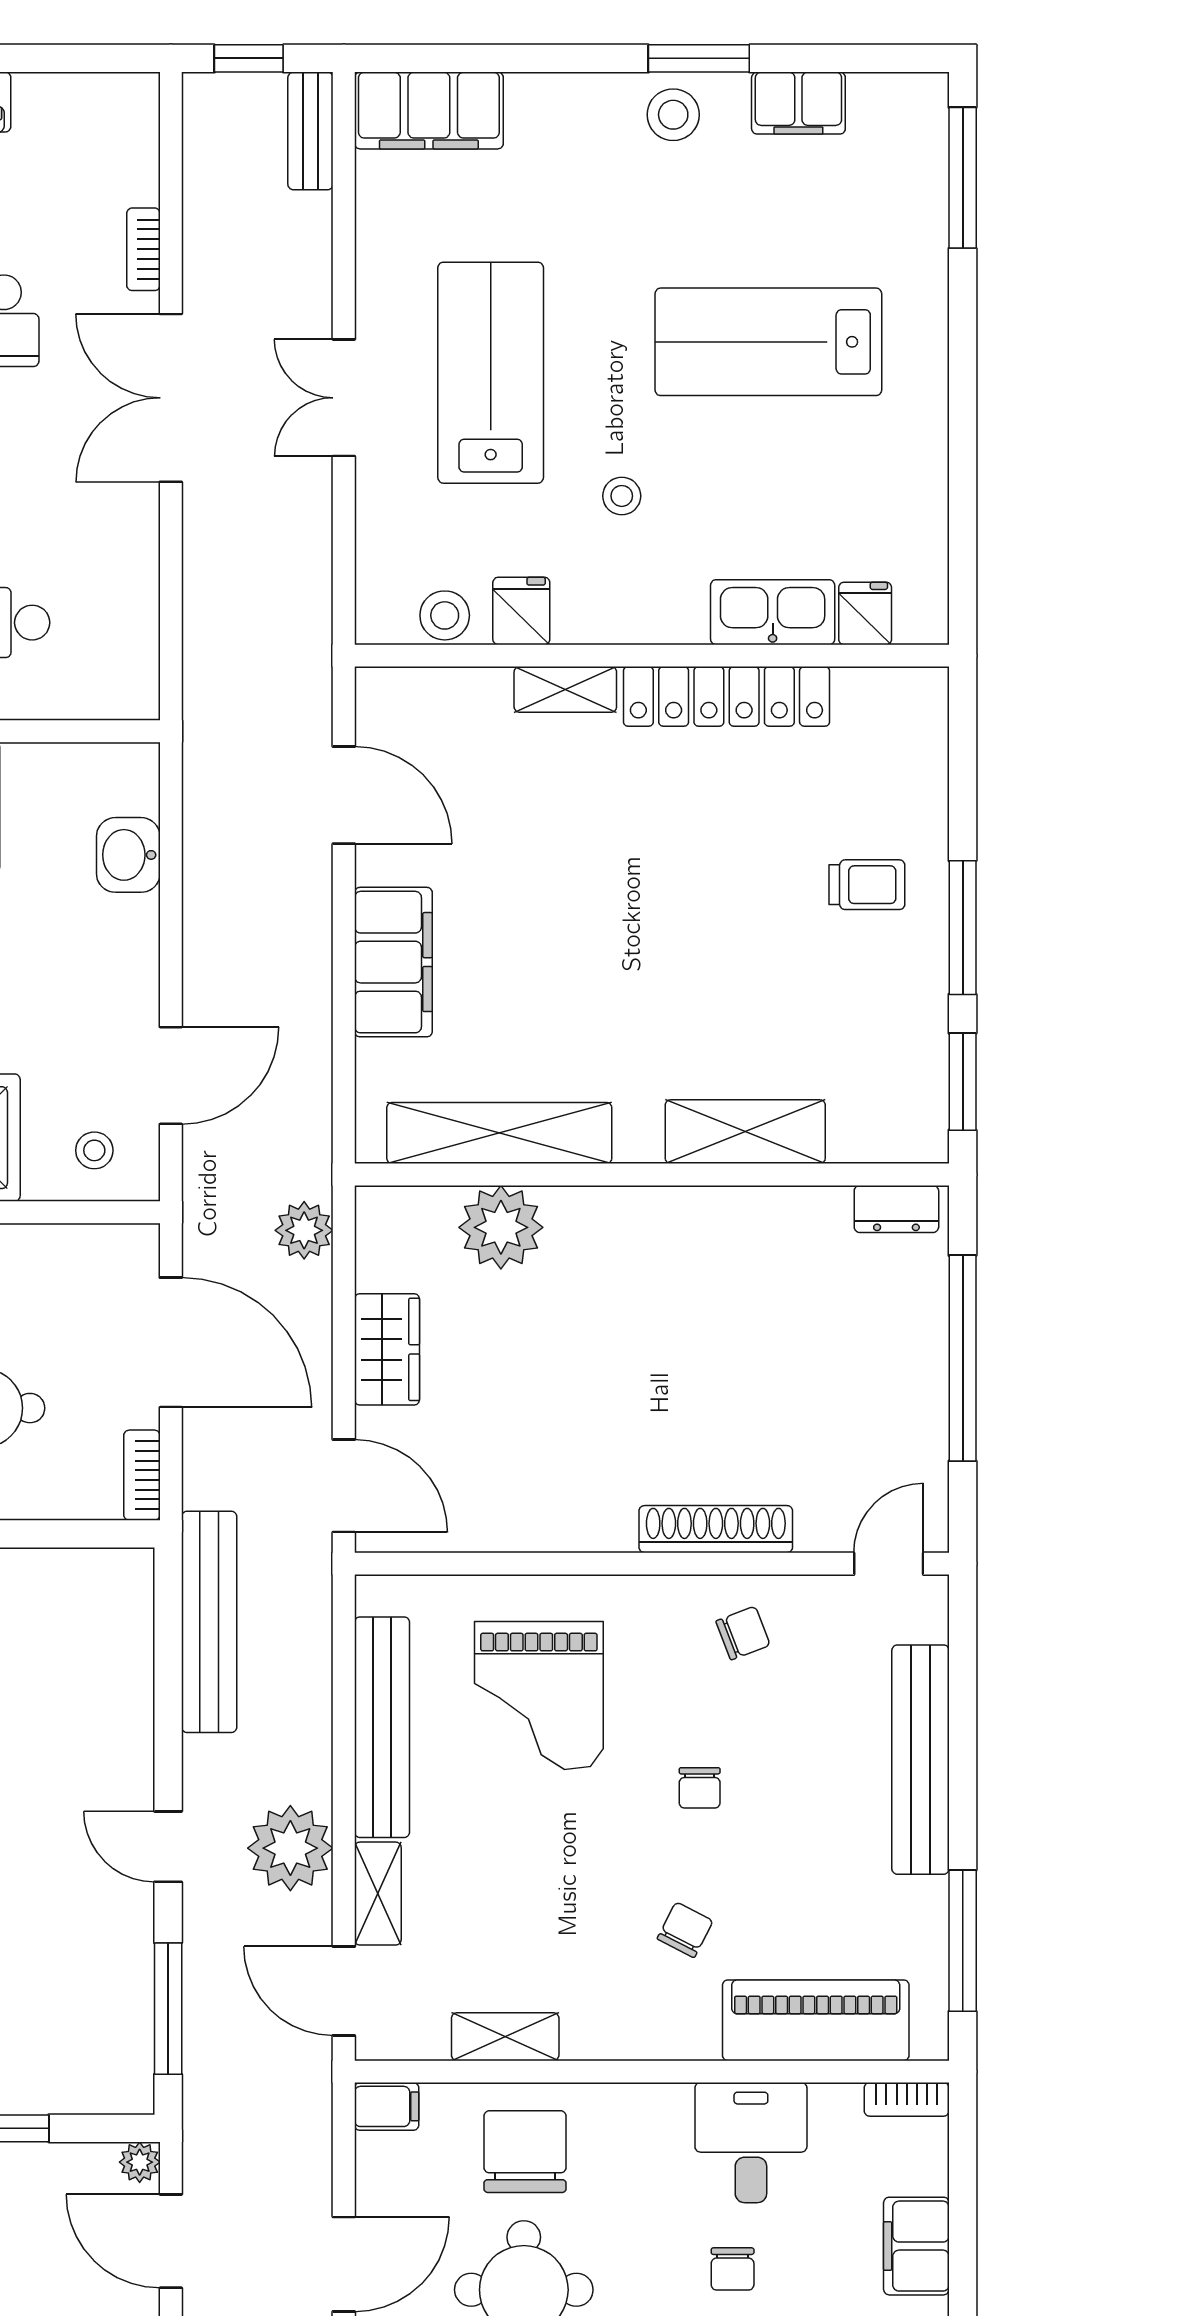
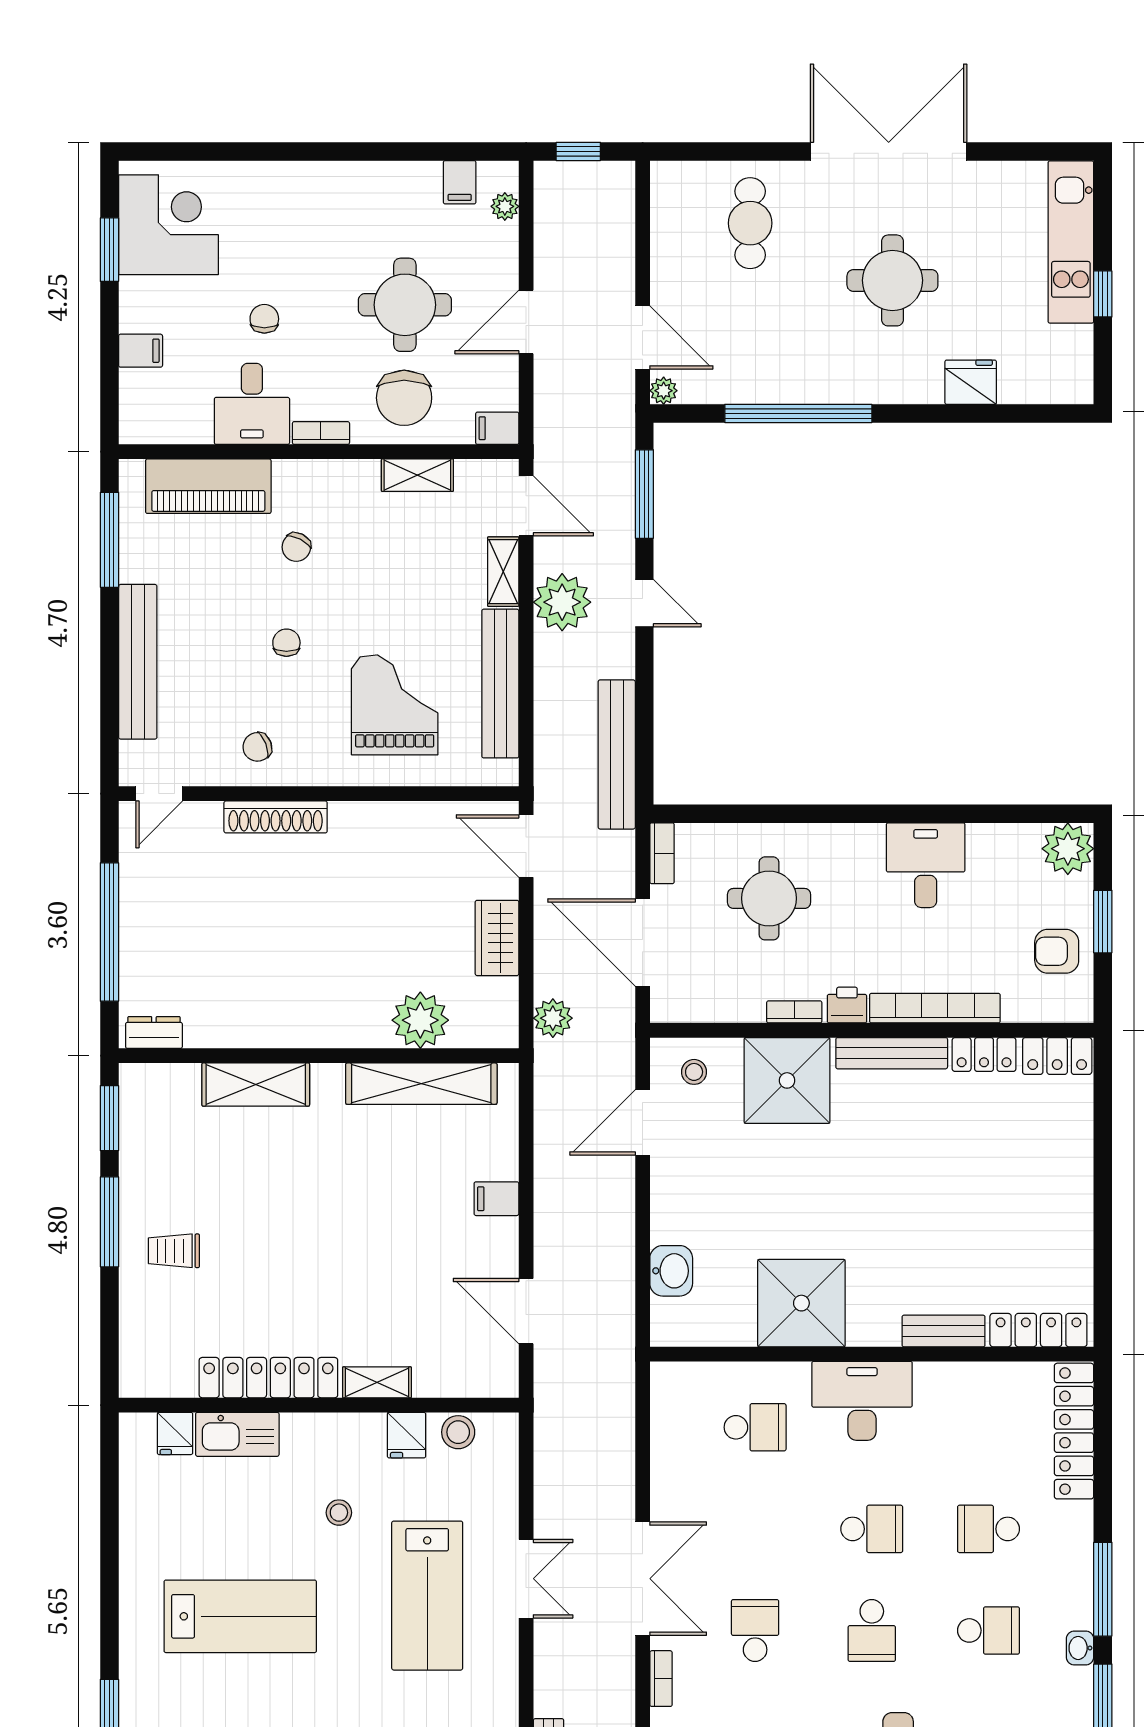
filing cabinet: (393, 962) -> (496, 1199), width x0.33, depth x0.86
bookcase: (907, 2099) -> (321, 433), moved
filing cabinet: (916, 2246) -> (141, 351), width x0.50

